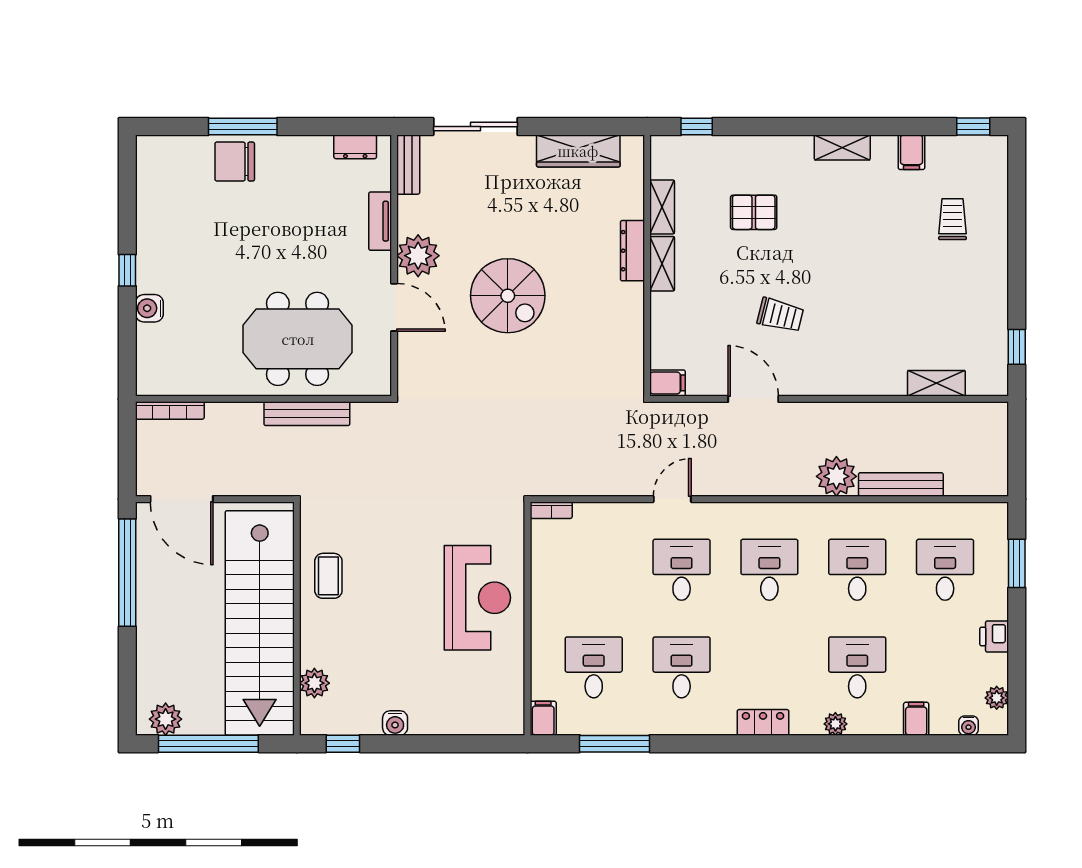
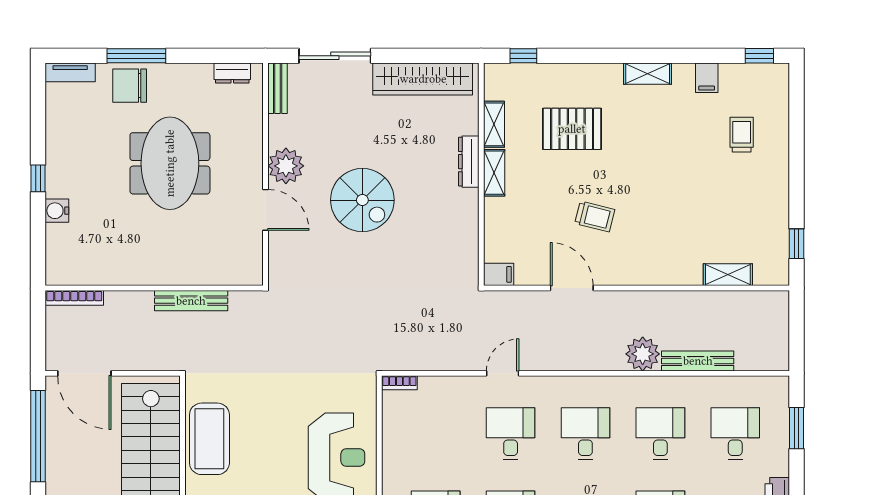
wardrobe: (578, 151) -> (423, 79), width x1.40, depth x1.17
pallet: (754, 212) -> (572, 129), width x1.50, depth x1.42
tv unit: (380, 221) -> (70, 72), moved, turned -90
meeting table: (298, 339) -> (170, 163), moved, turned 90
coffee table: (328, 576) -> (209, 439), width x1.86, depth x1.72

